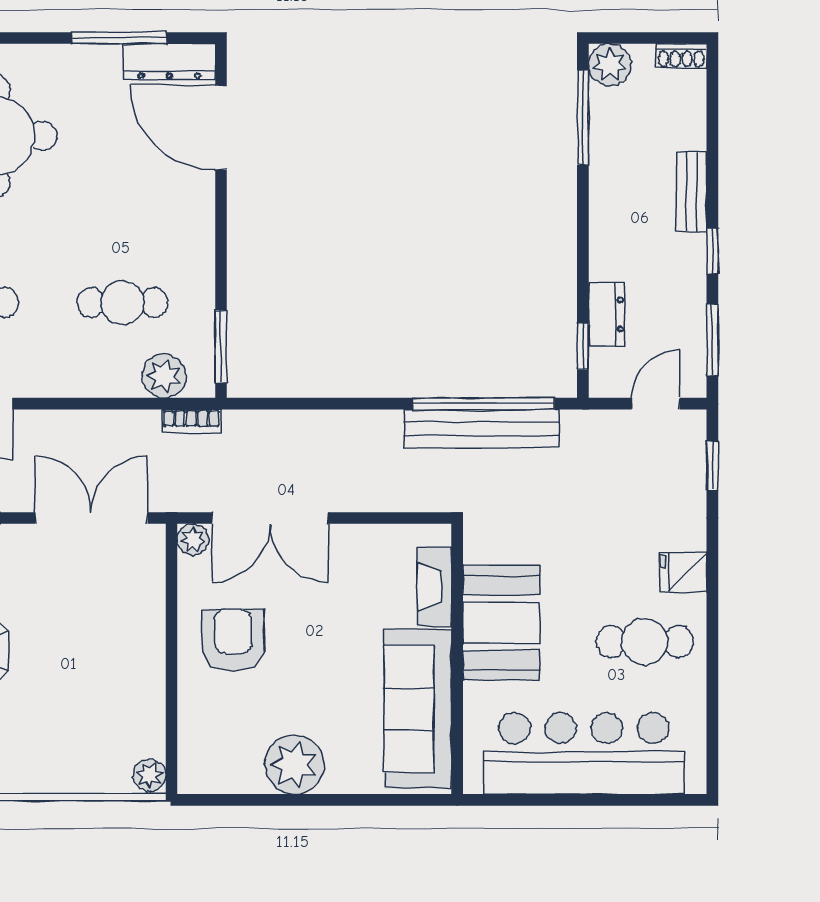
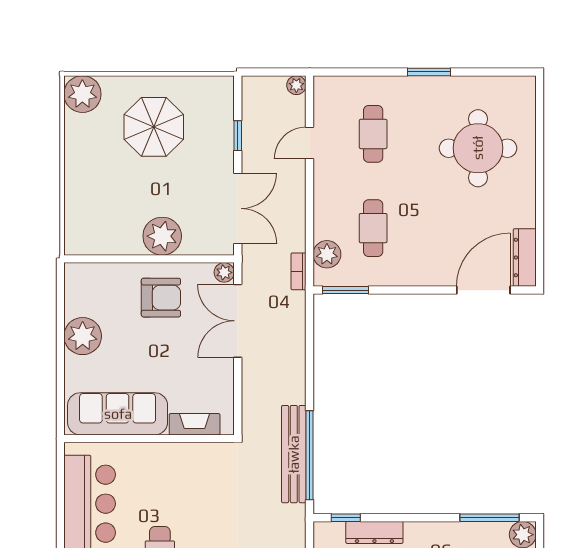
window: (119, 38) -> (540, 226), removed
dresser: (606, 314) -> (374, 532), width x1.44
booth: (501, 623) -> (172, 466), removed
plant: (150, 775) -> (162, 236), moved, width x1.87, depth x1.87

